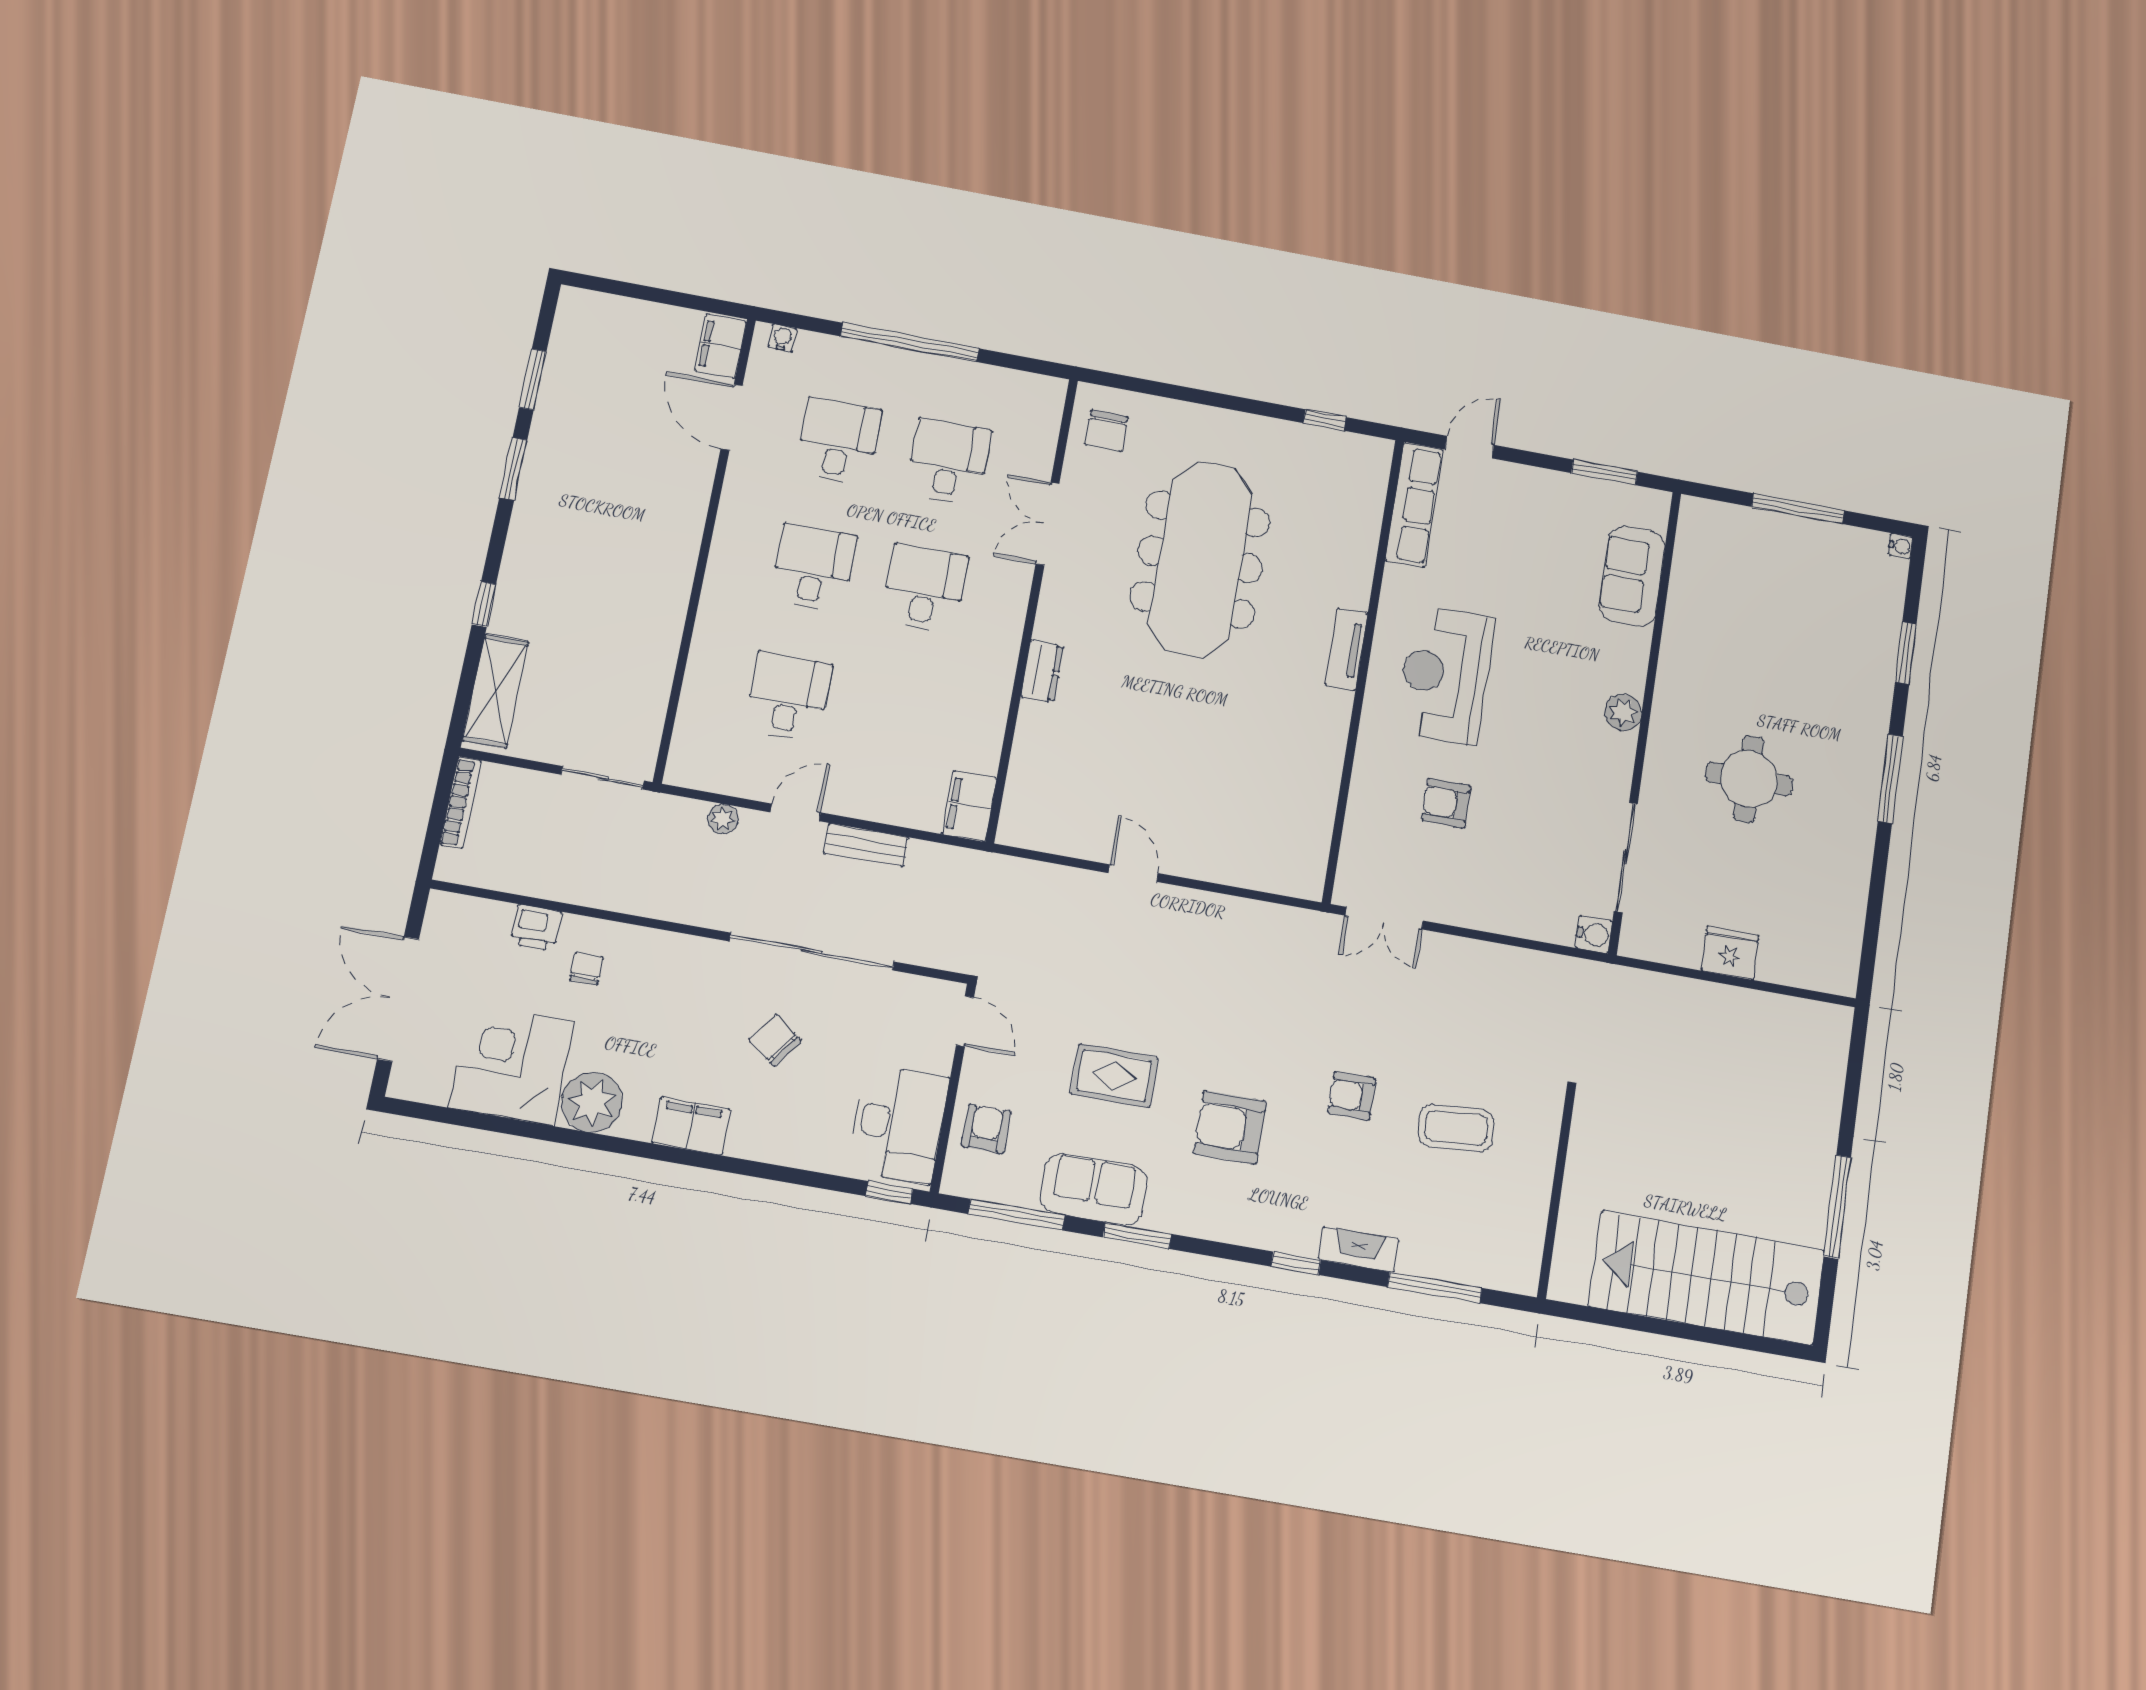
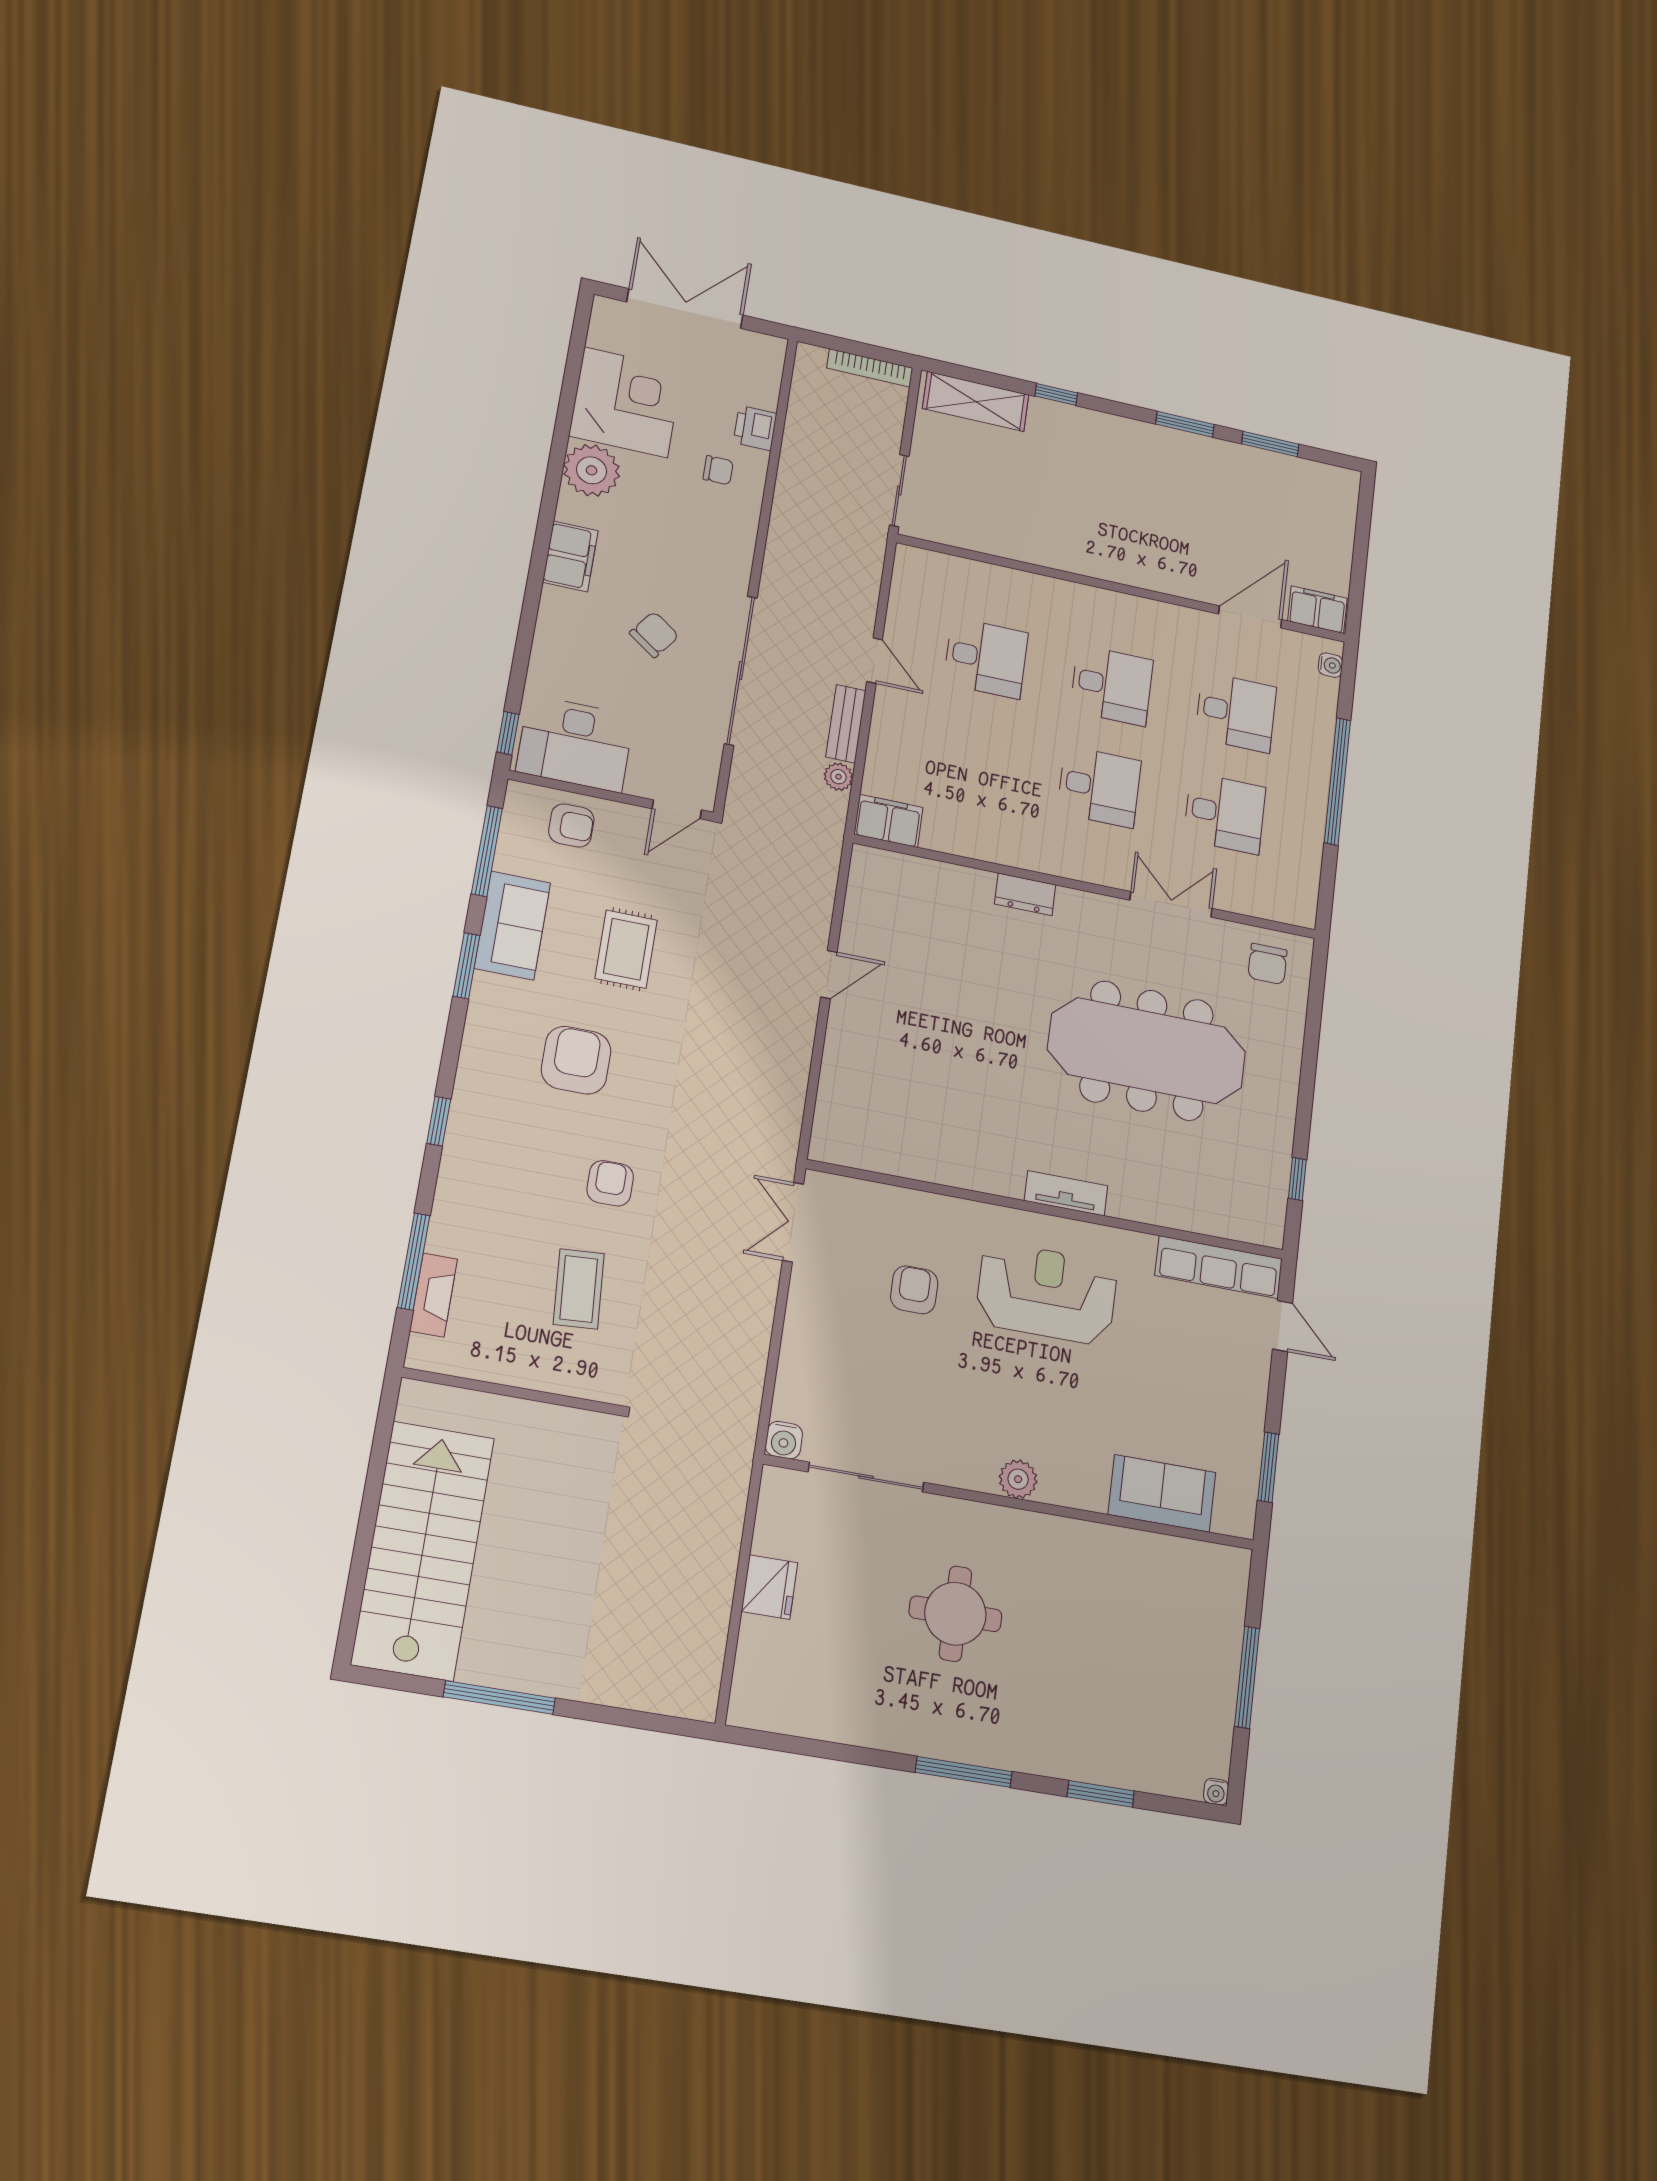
chair: (1106, 431) -> (1268, 964), turned -90
plant: (723, 819) -> (838, 777), moved
fireplace: (1359, 1249) -> (434, 1295), moved

